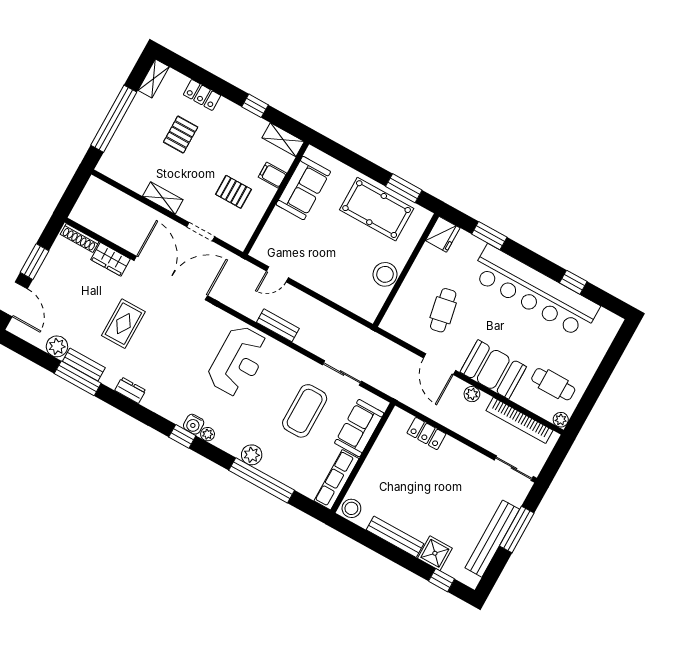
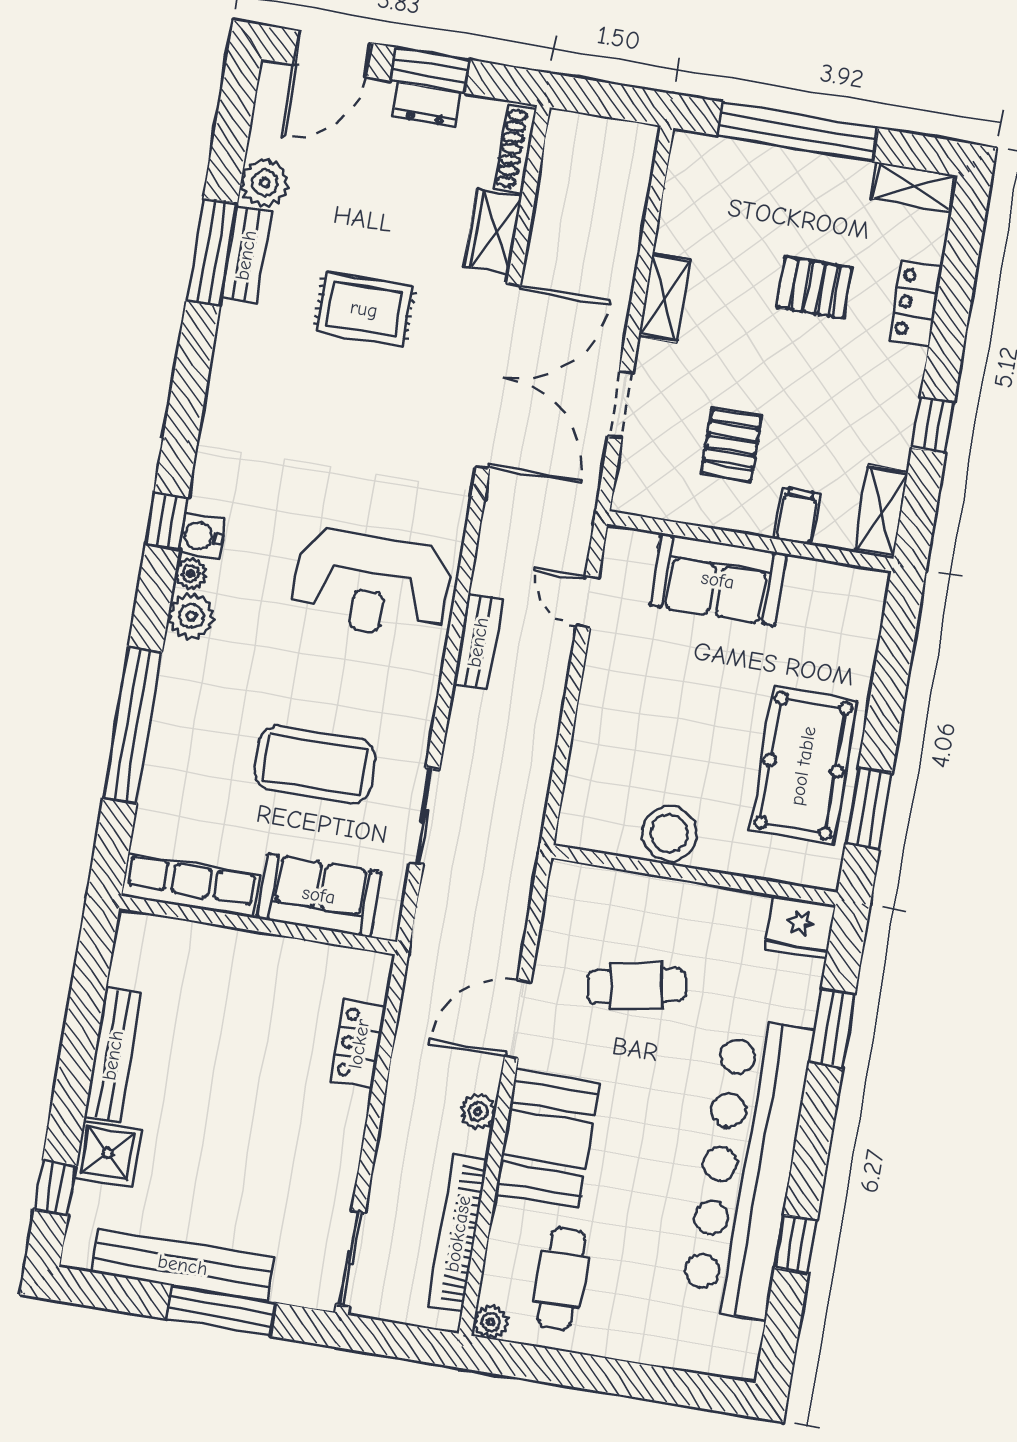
sofa: (303, 188) -> (718, 580), moved
dresser: (130, 390) -> (427, 104), moved, turned 90
plant: (252, 455) -> (191, 616), moved
stool: (351, 508) -> (141, 939), removed

